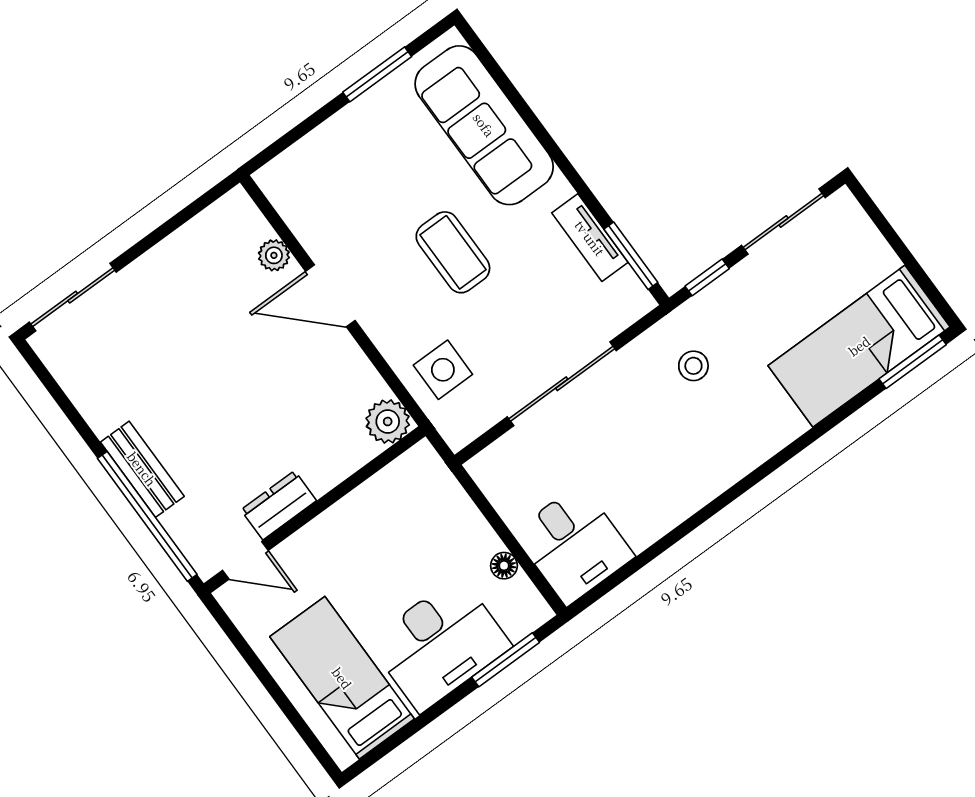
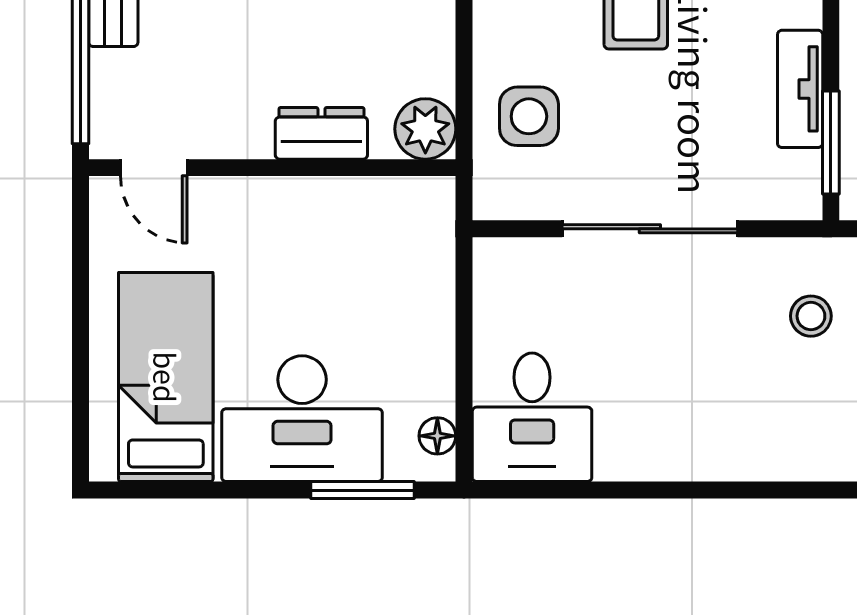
dresser: (279, 505) -> (321, 133), moved
floor lamp: (504, 566) -> (437, 436), moved

